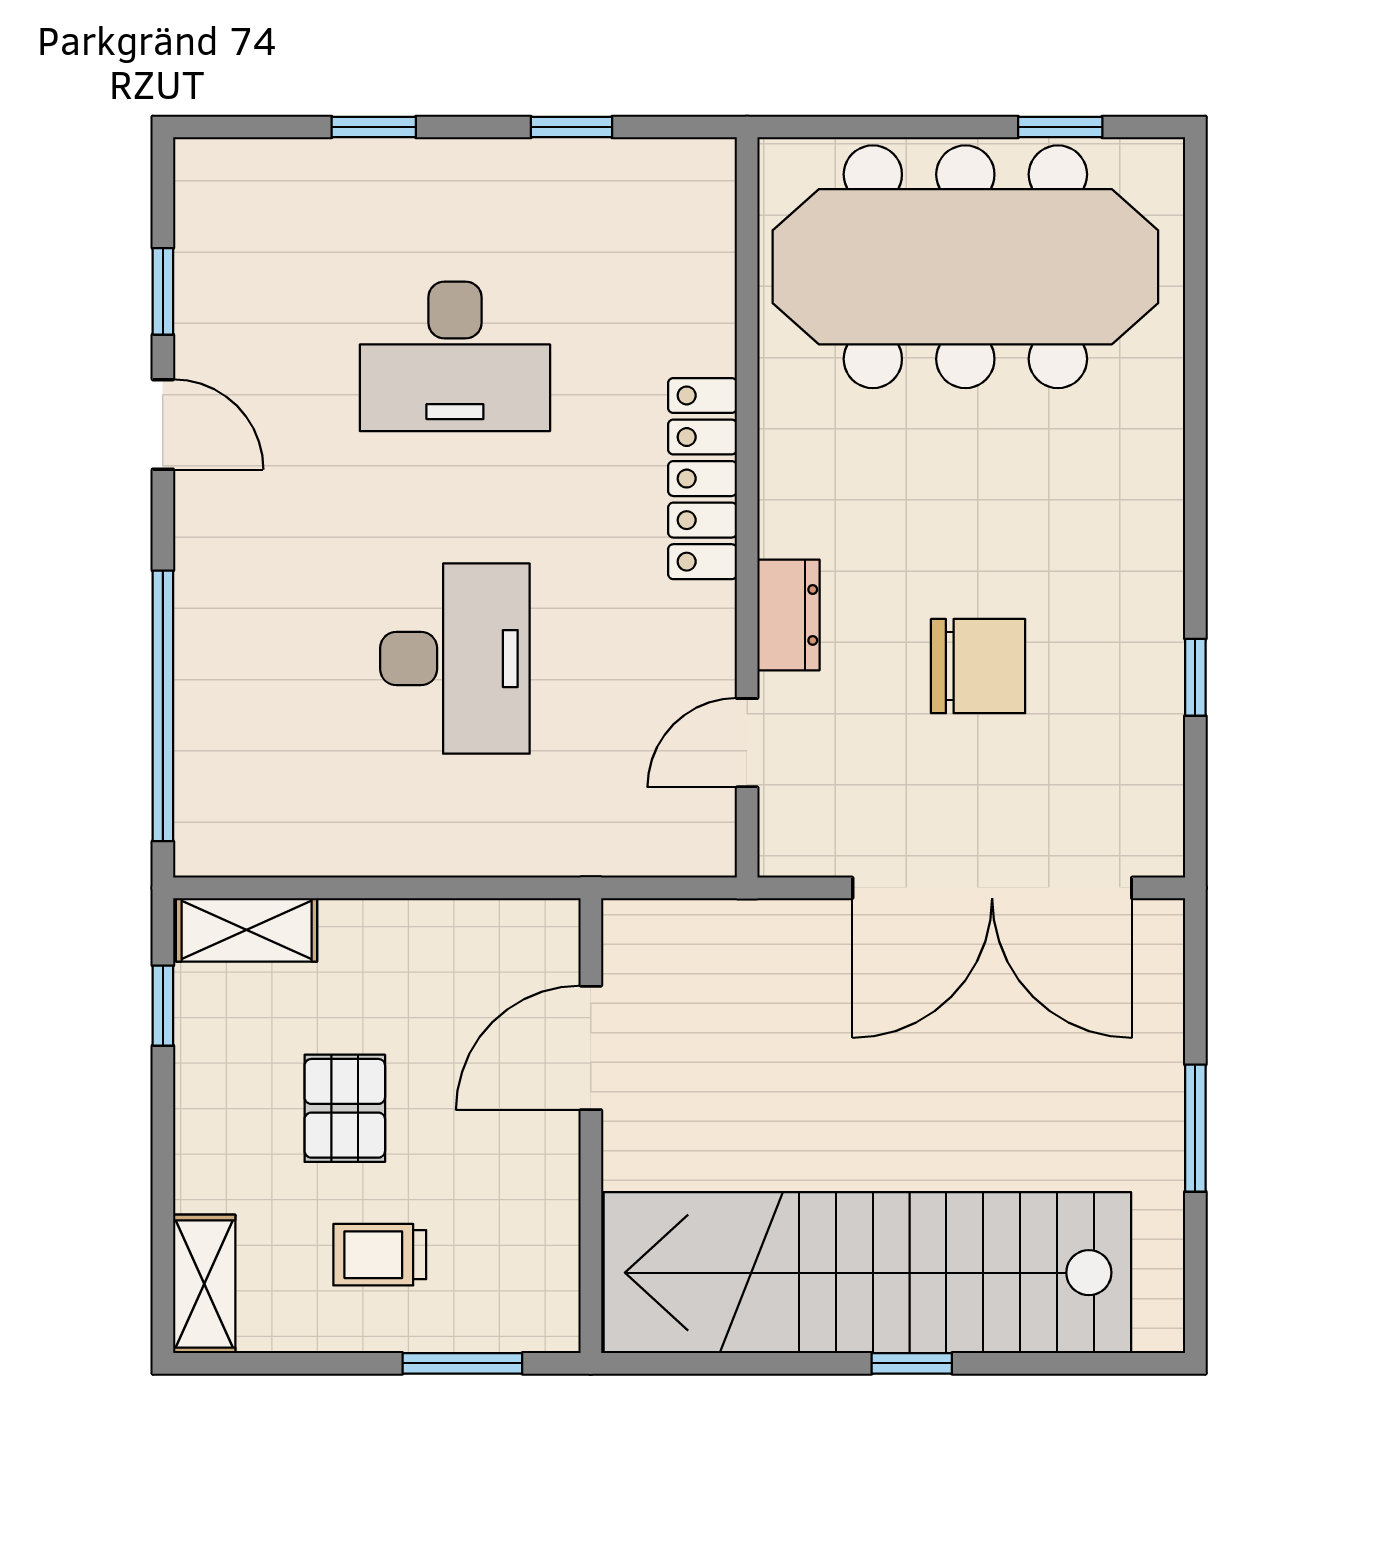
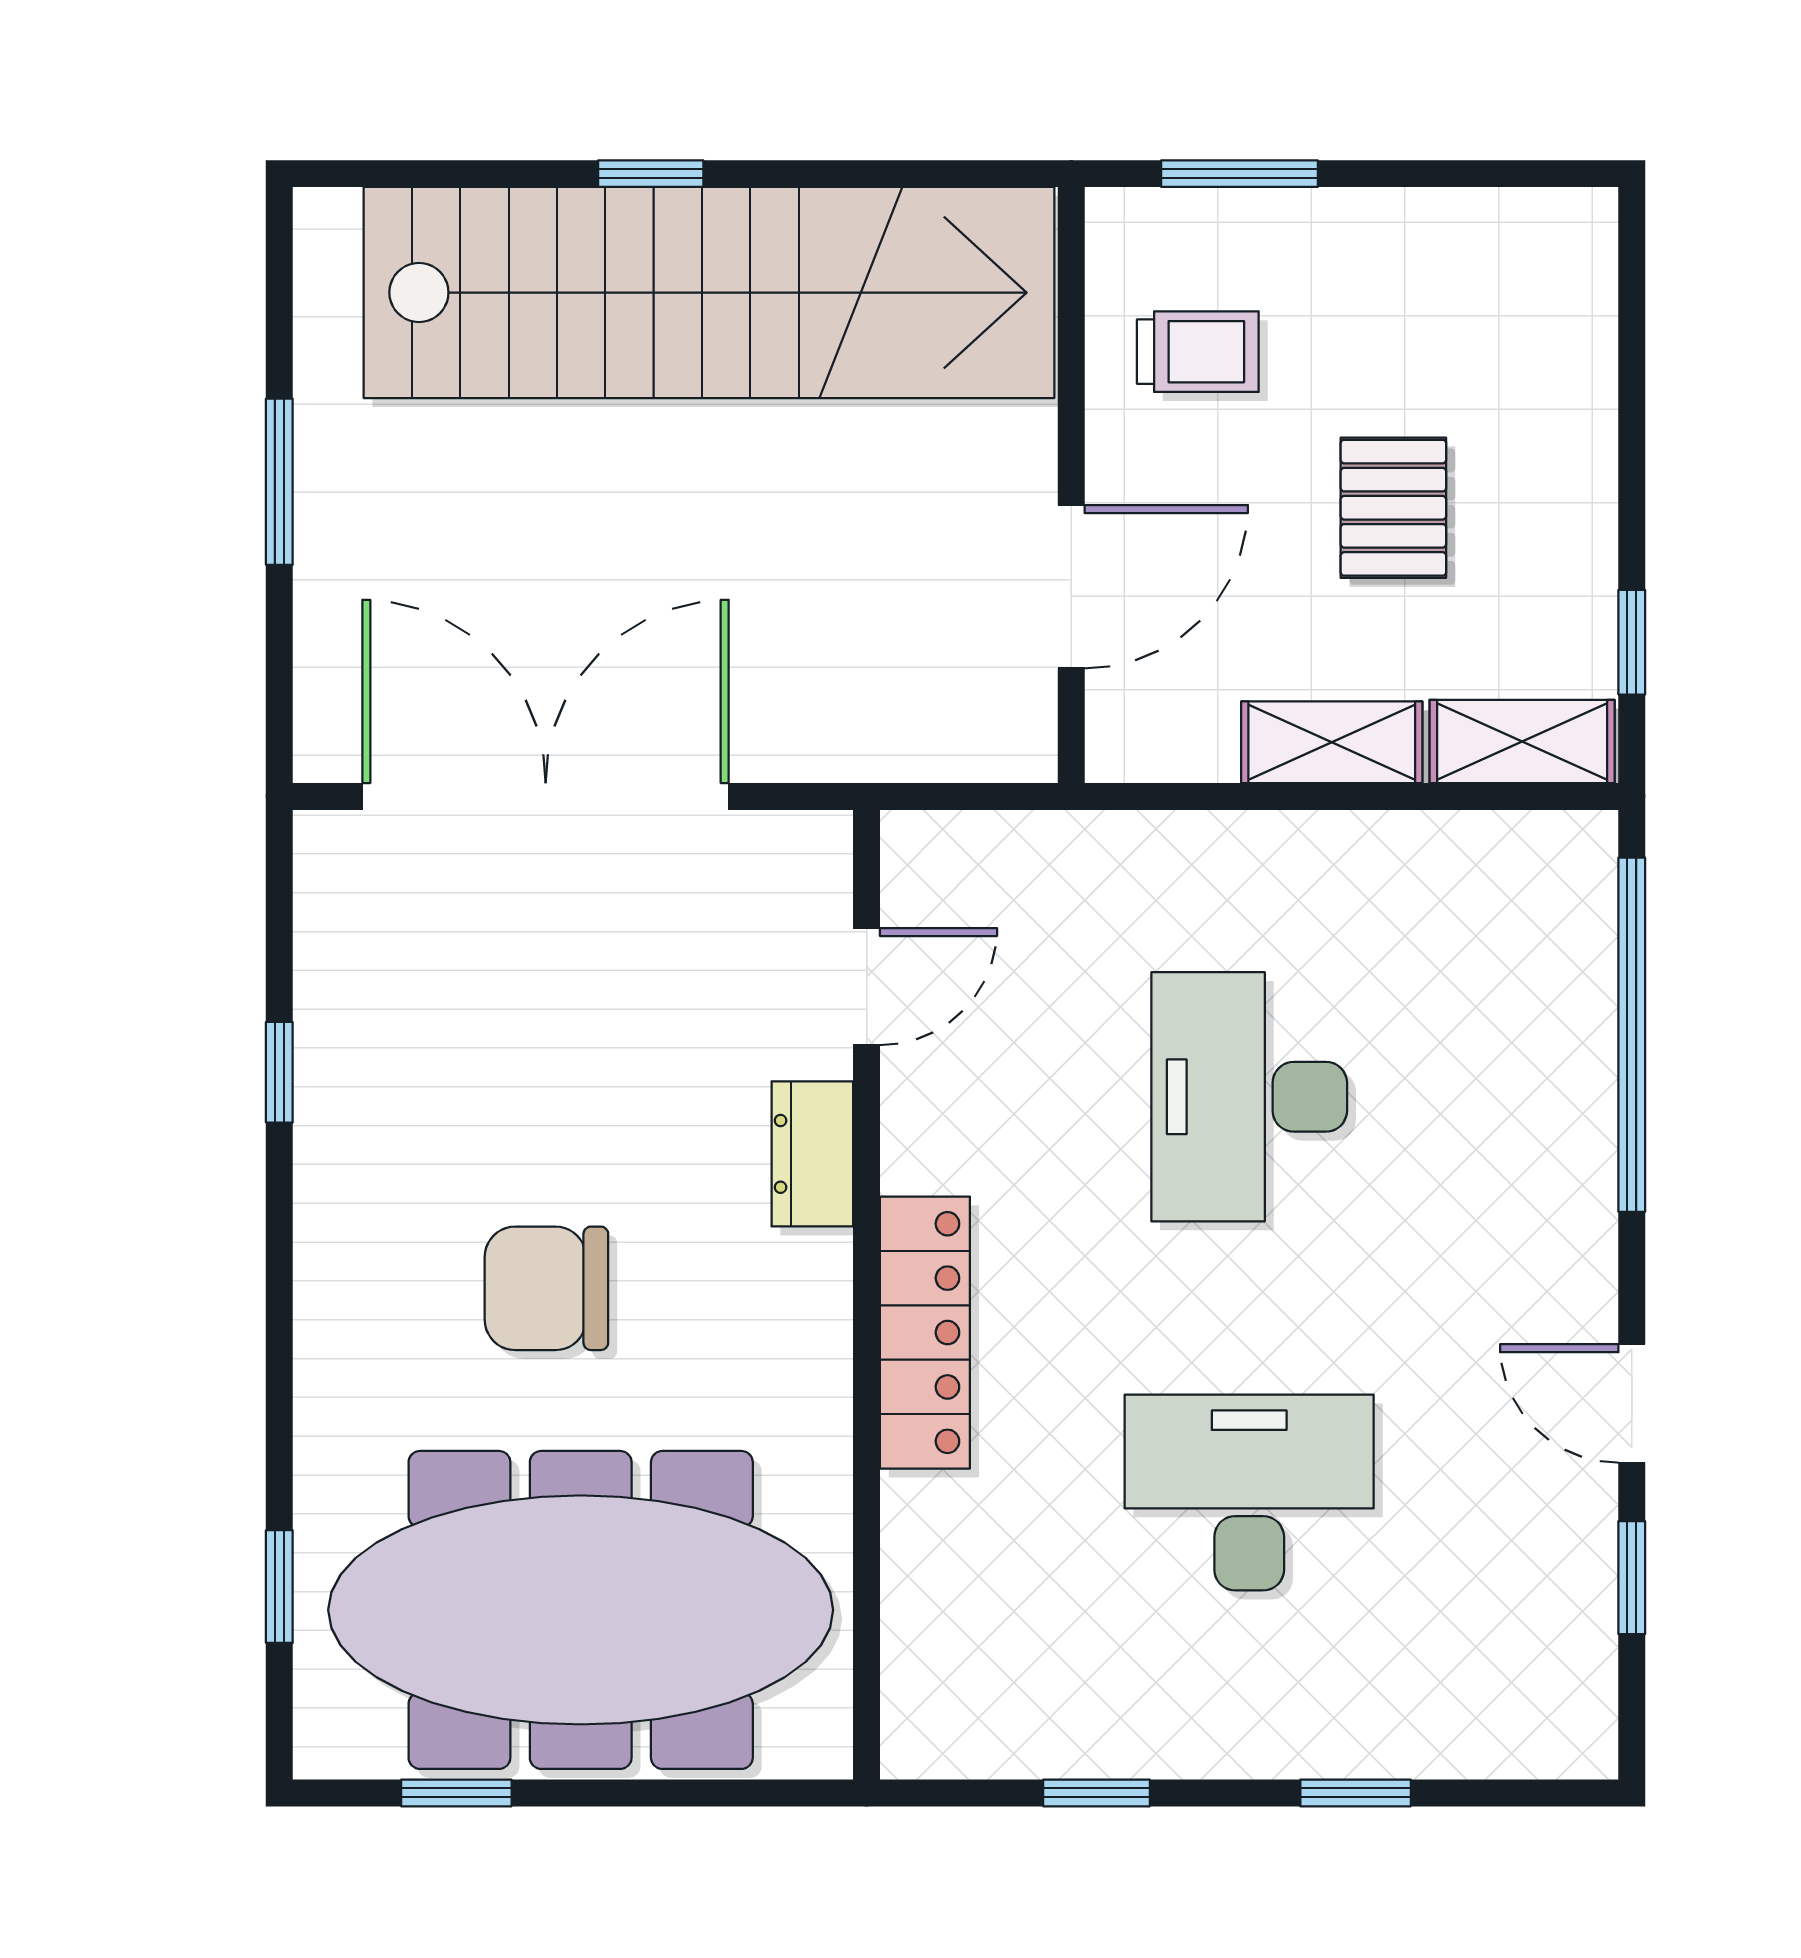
window: (1195, 285) -> (279, 1587), added
chair: (978, 666) -> (546, 1288), moved
trolley: (380, 1255) -> (1198, 352), moved
shelving: (204, 1284) -> (1332, 742), moved, turned 90

